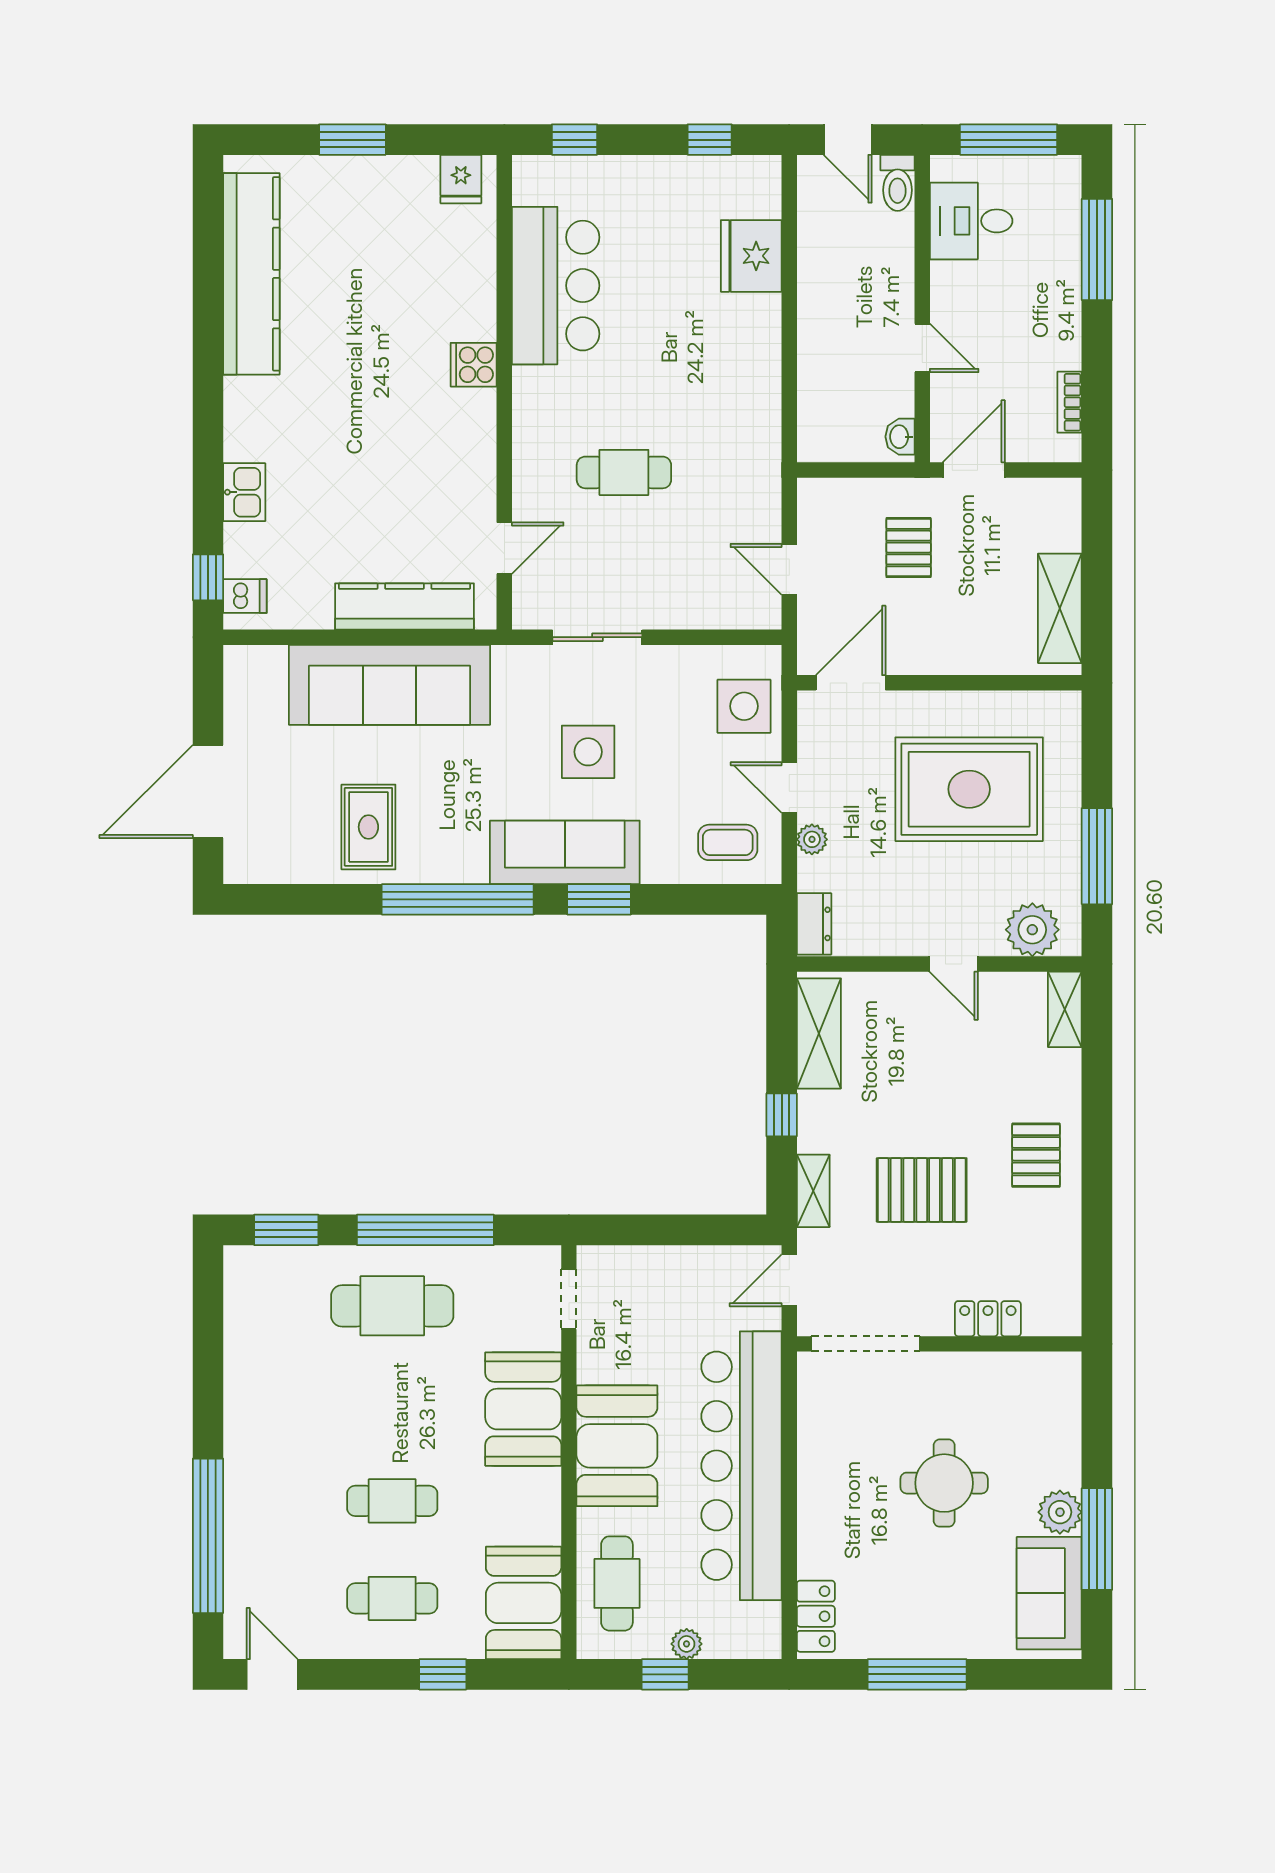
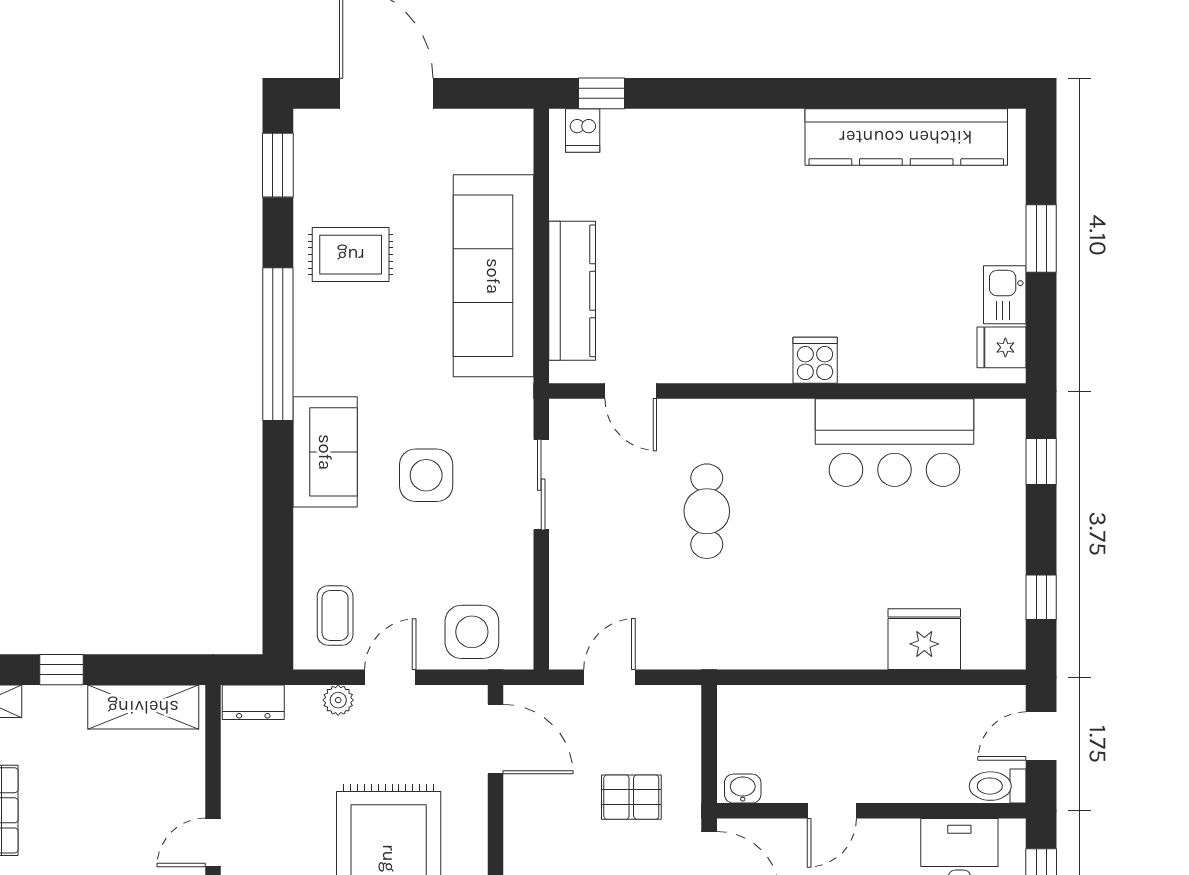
kitchen sink: (244, 492) -> (1005, 295), moved, turned 90
sofa: (565, 852) -> (325, 452), width x0.73
window: (599, 899) -> (278, 165), moved

